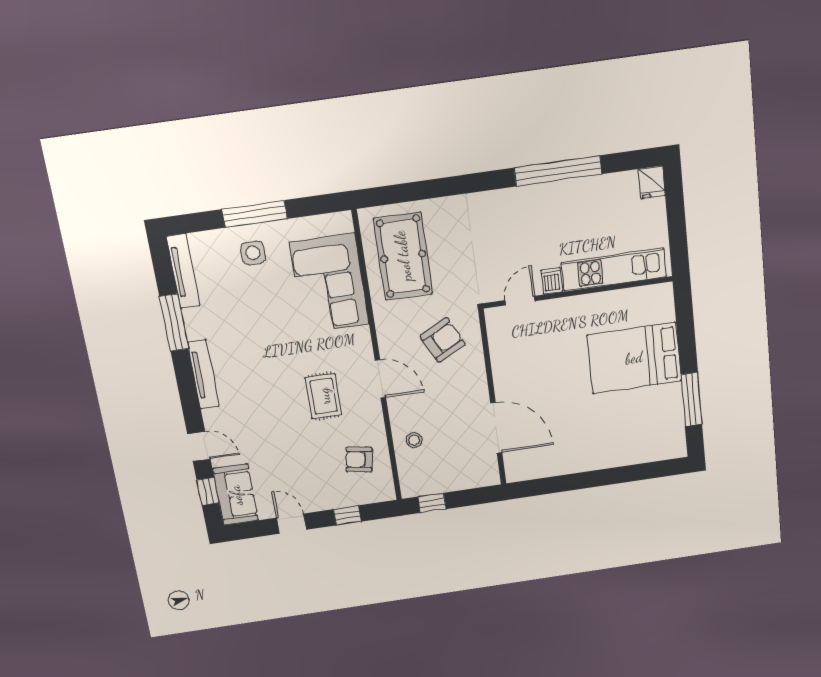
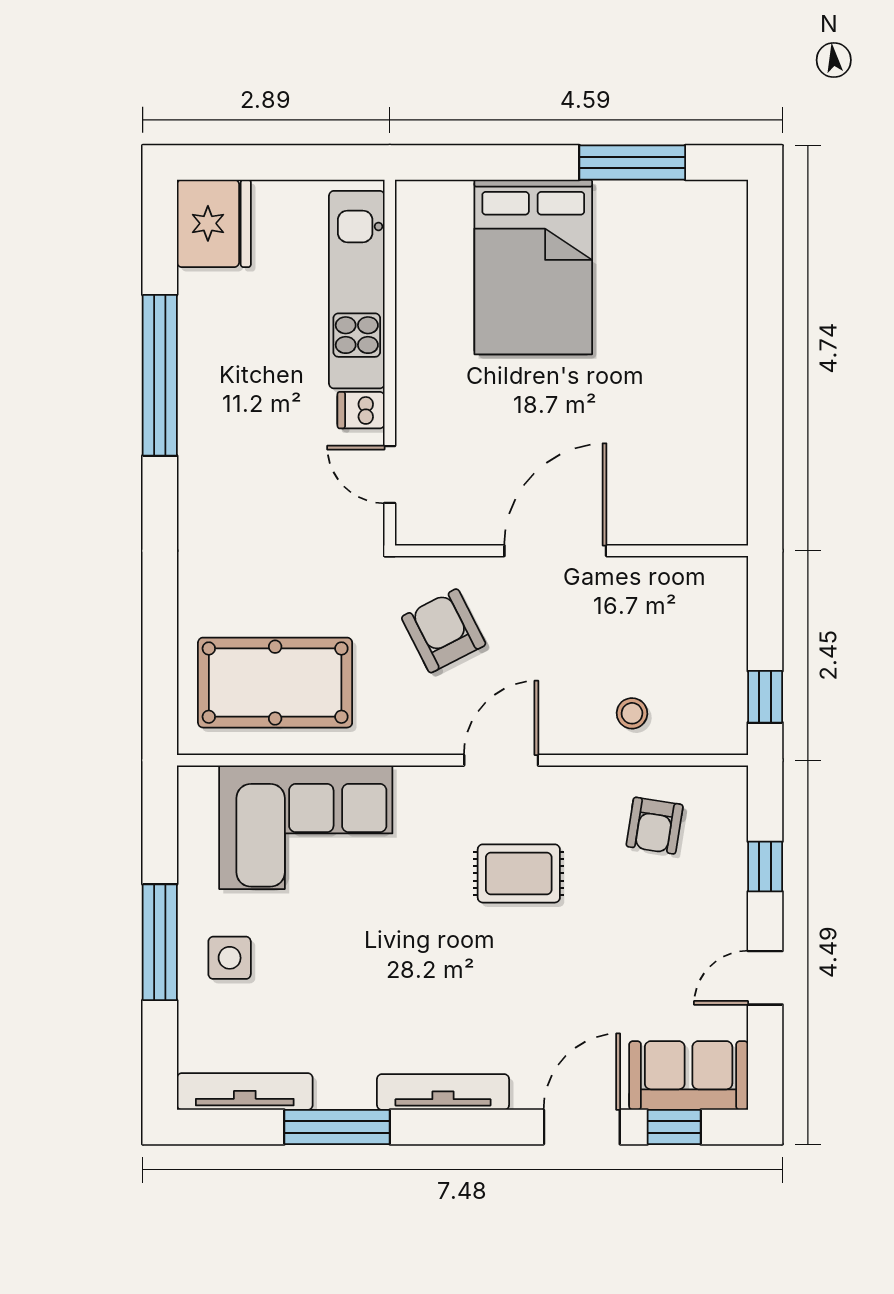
fridge: (652, 182) -> (214, 223), width x1.88, depth x1.34
door: (496, 428) -> (555, 551), moved
door: (199, 447) -> (582, 1127), width x1.38

